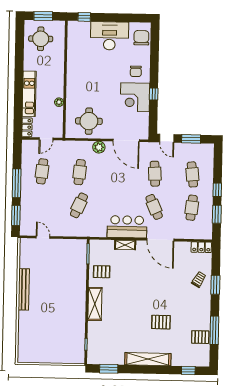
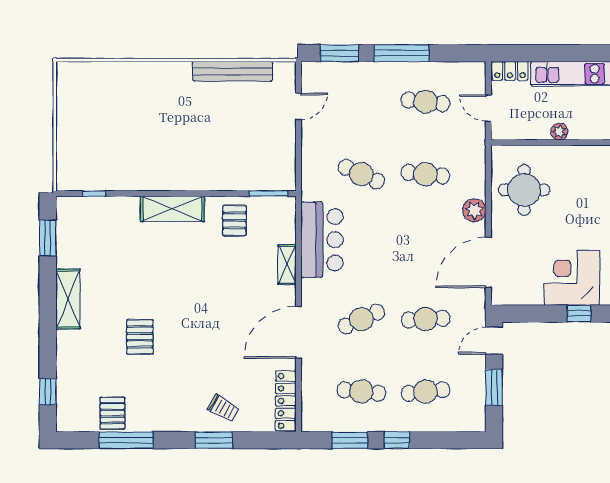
bar counter: (127, 227) -> (322, 240), moved
locker: (201, 247) -> (286, 401), width x1.53
bench: (24, 289) -> (233, 71), moved
shelving: (148, 359) -> (68, 299), width x0.68

